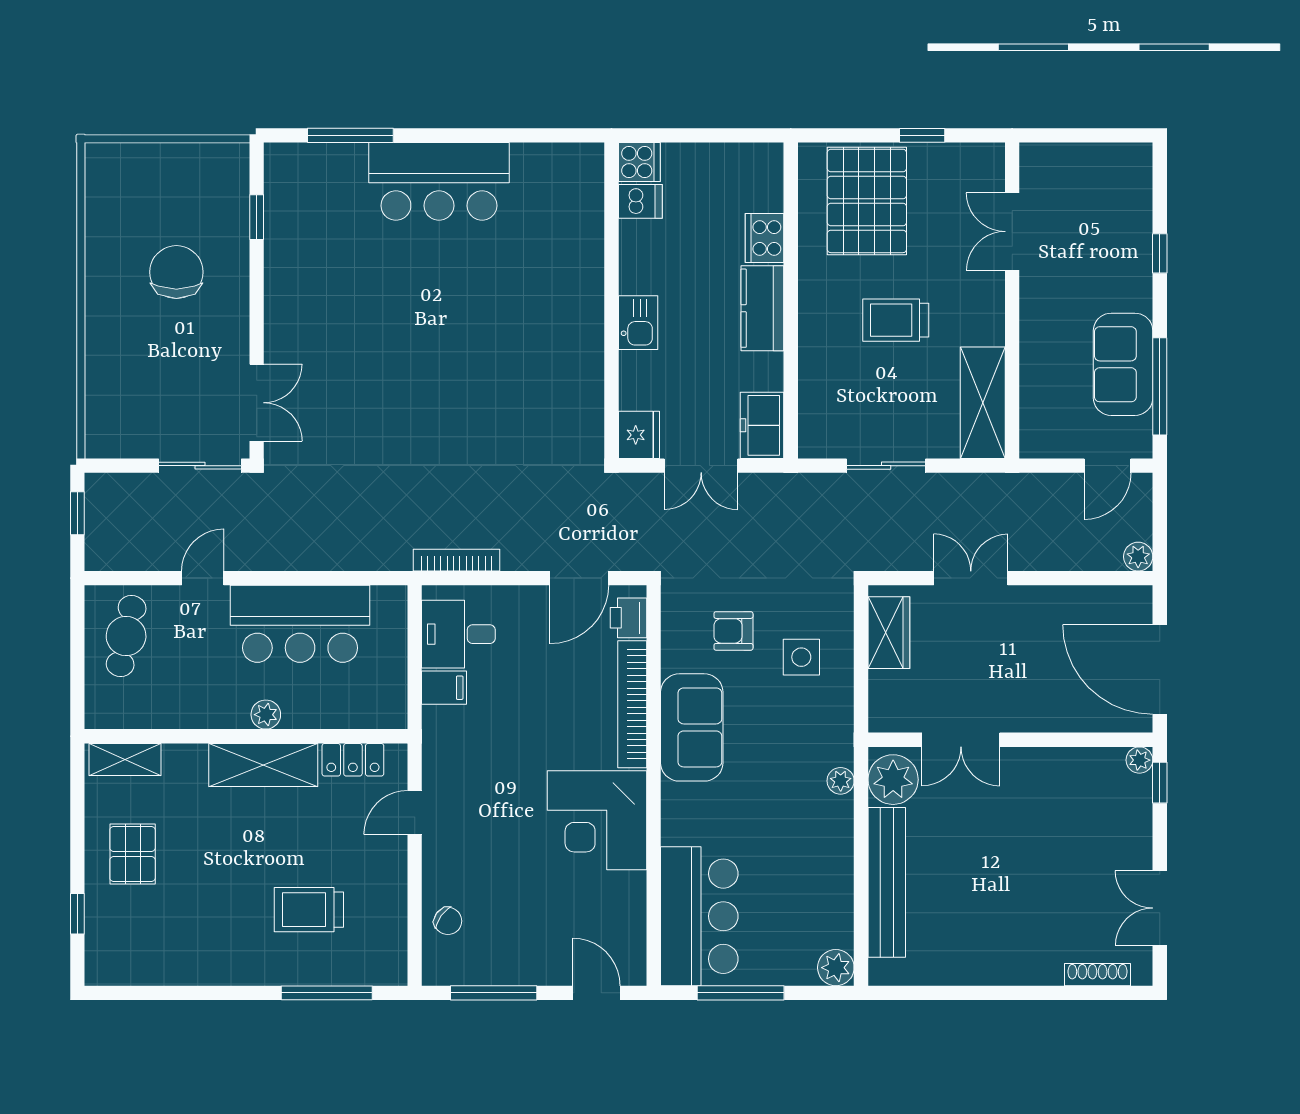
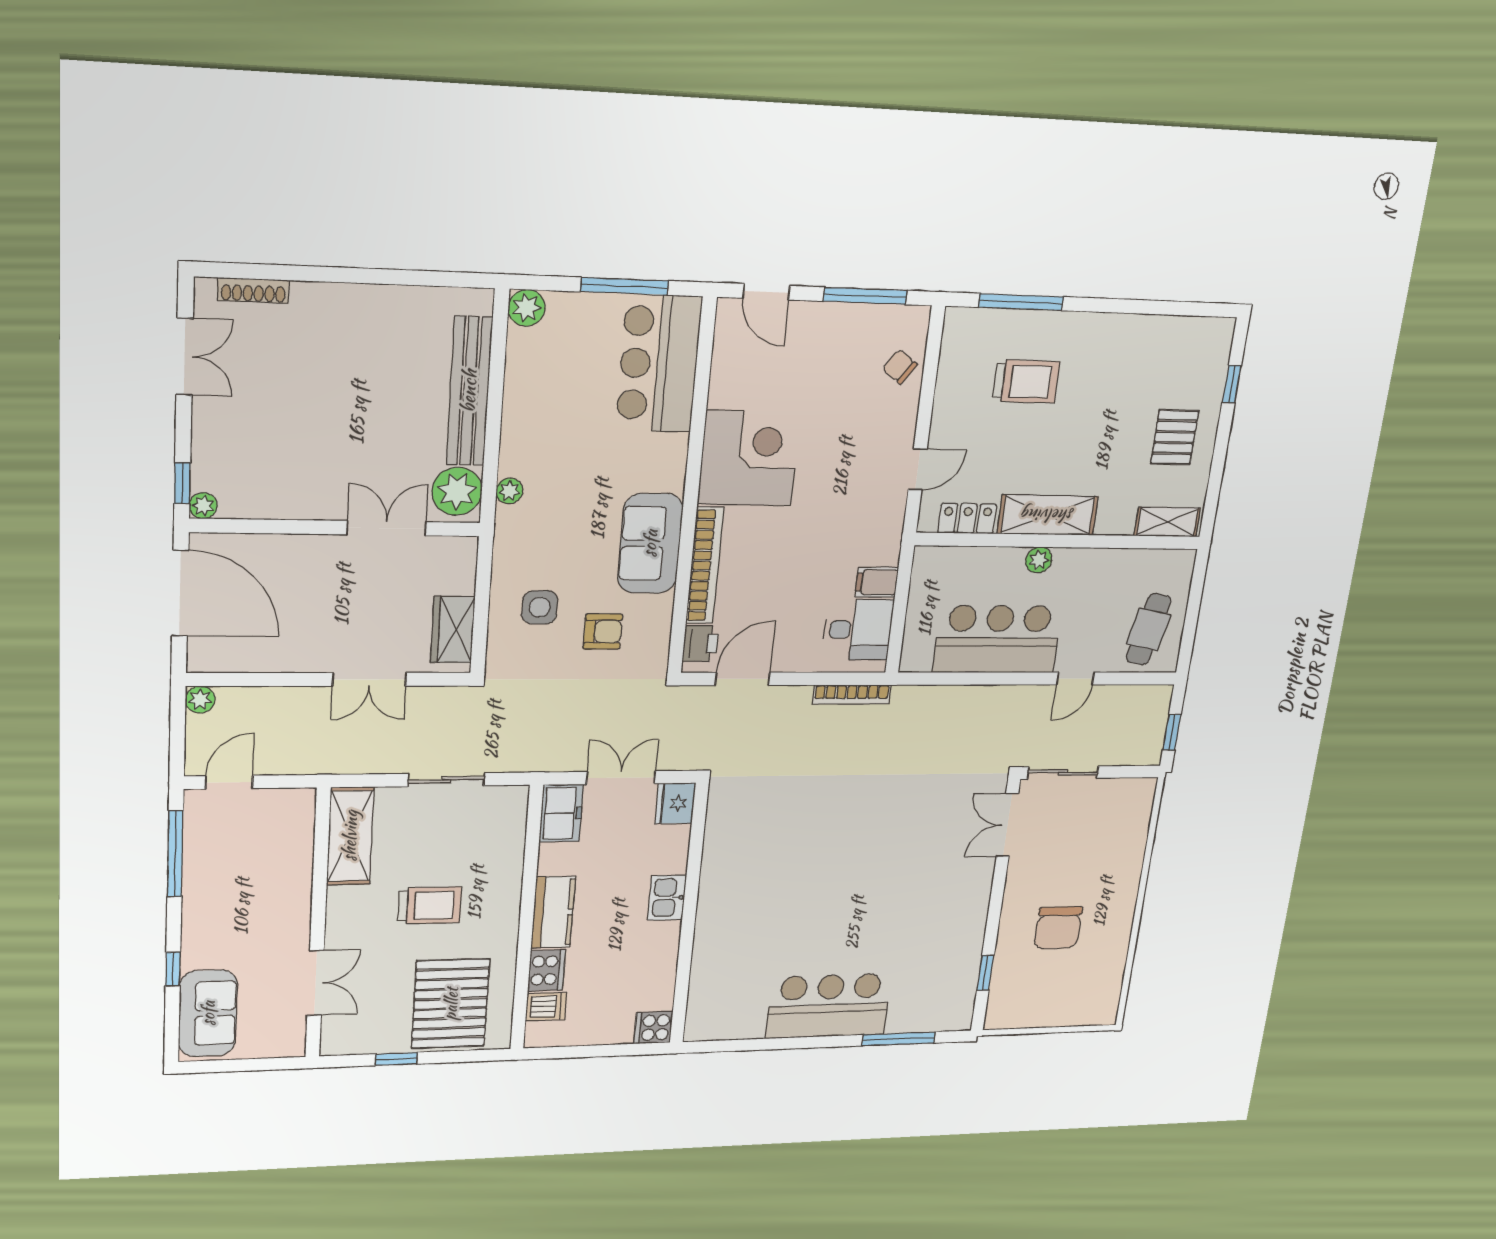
dishwasher: (640, 201) -> (546, 1006), moved, turned 180
sofa: (1123, 364) -> (208, 1013), moved

